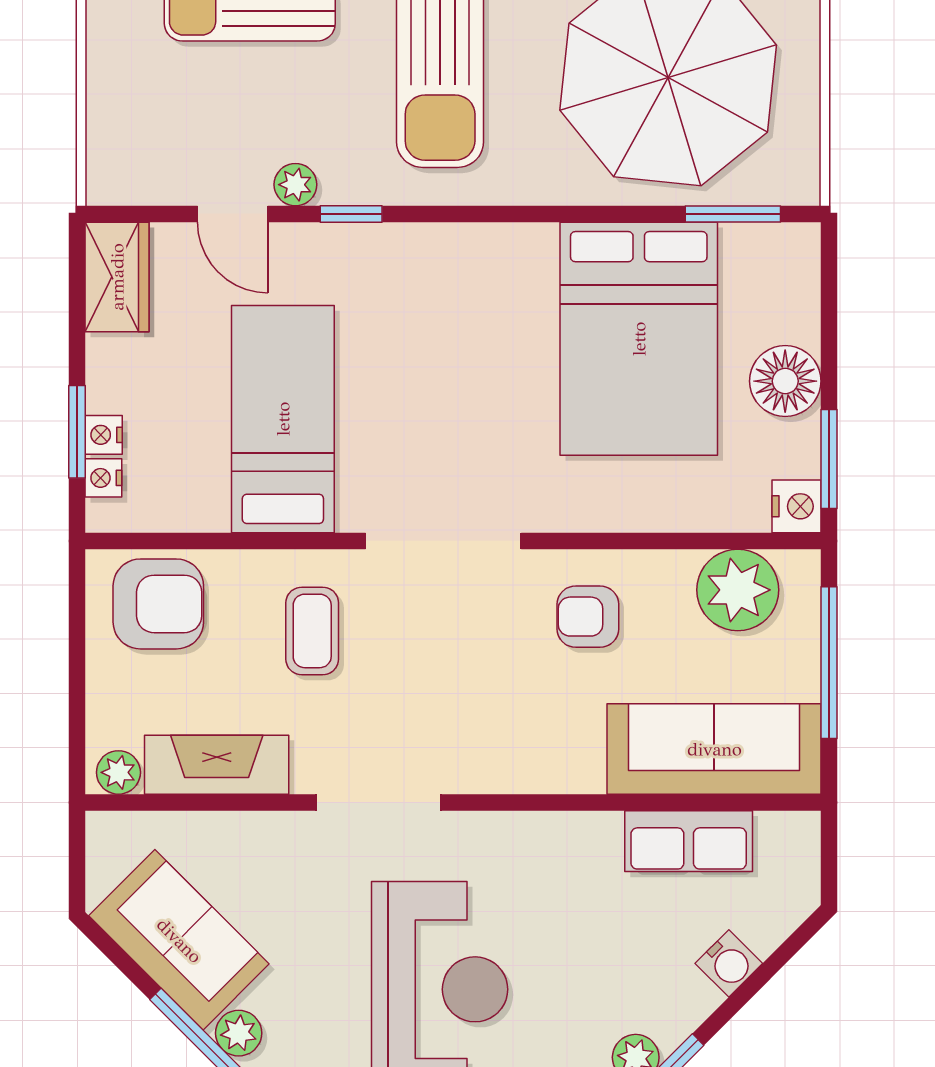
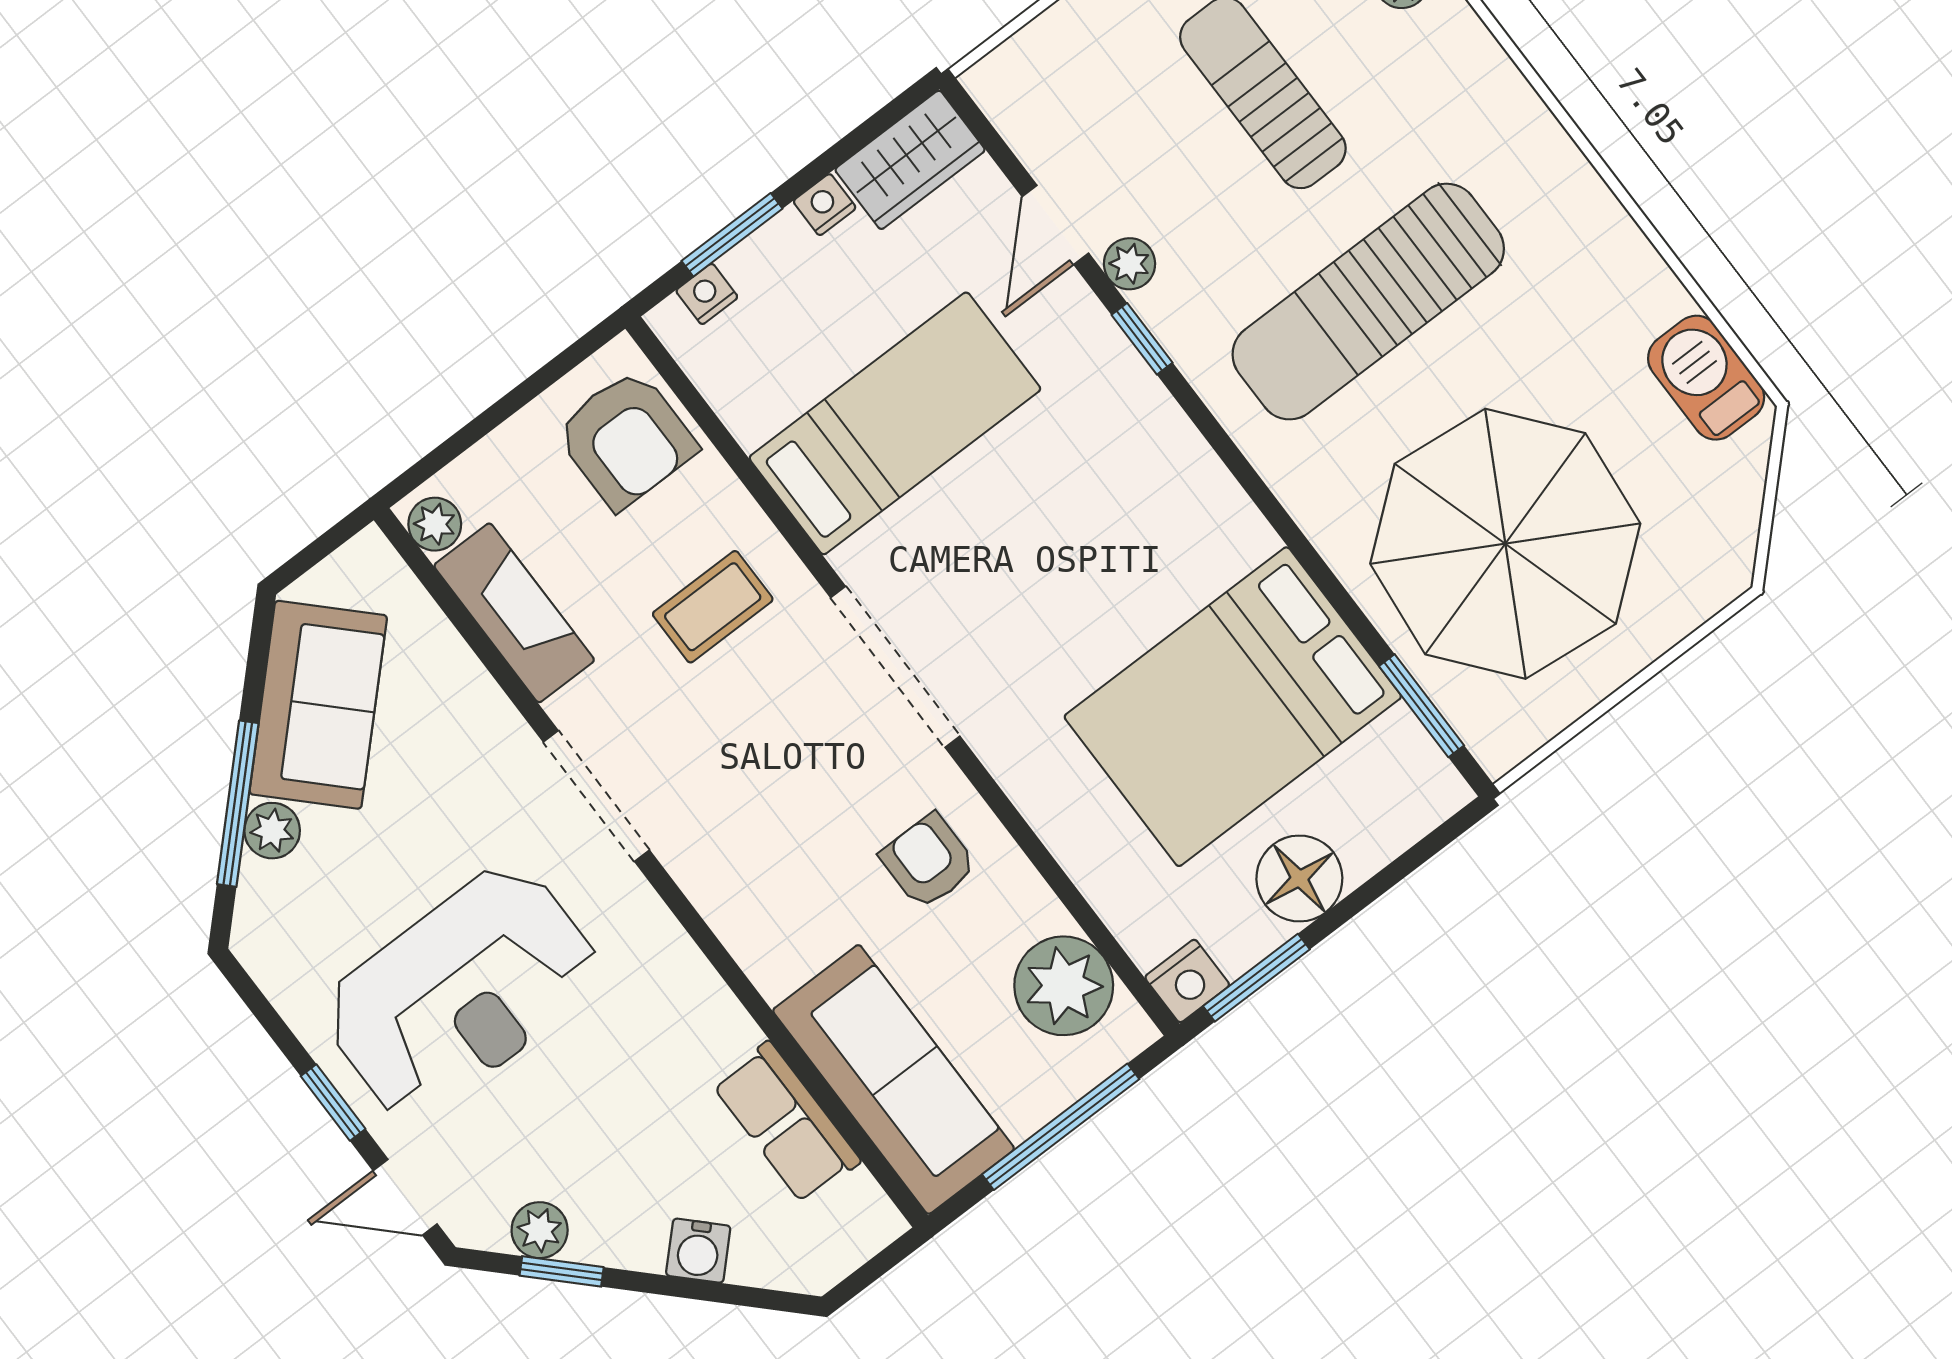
nightstand: (104, 435) -> (825, 205), moved

